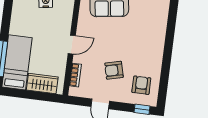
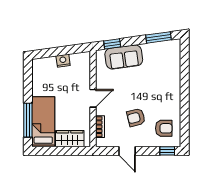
armchair: (141, 85) -> (164, 128), turned 90

